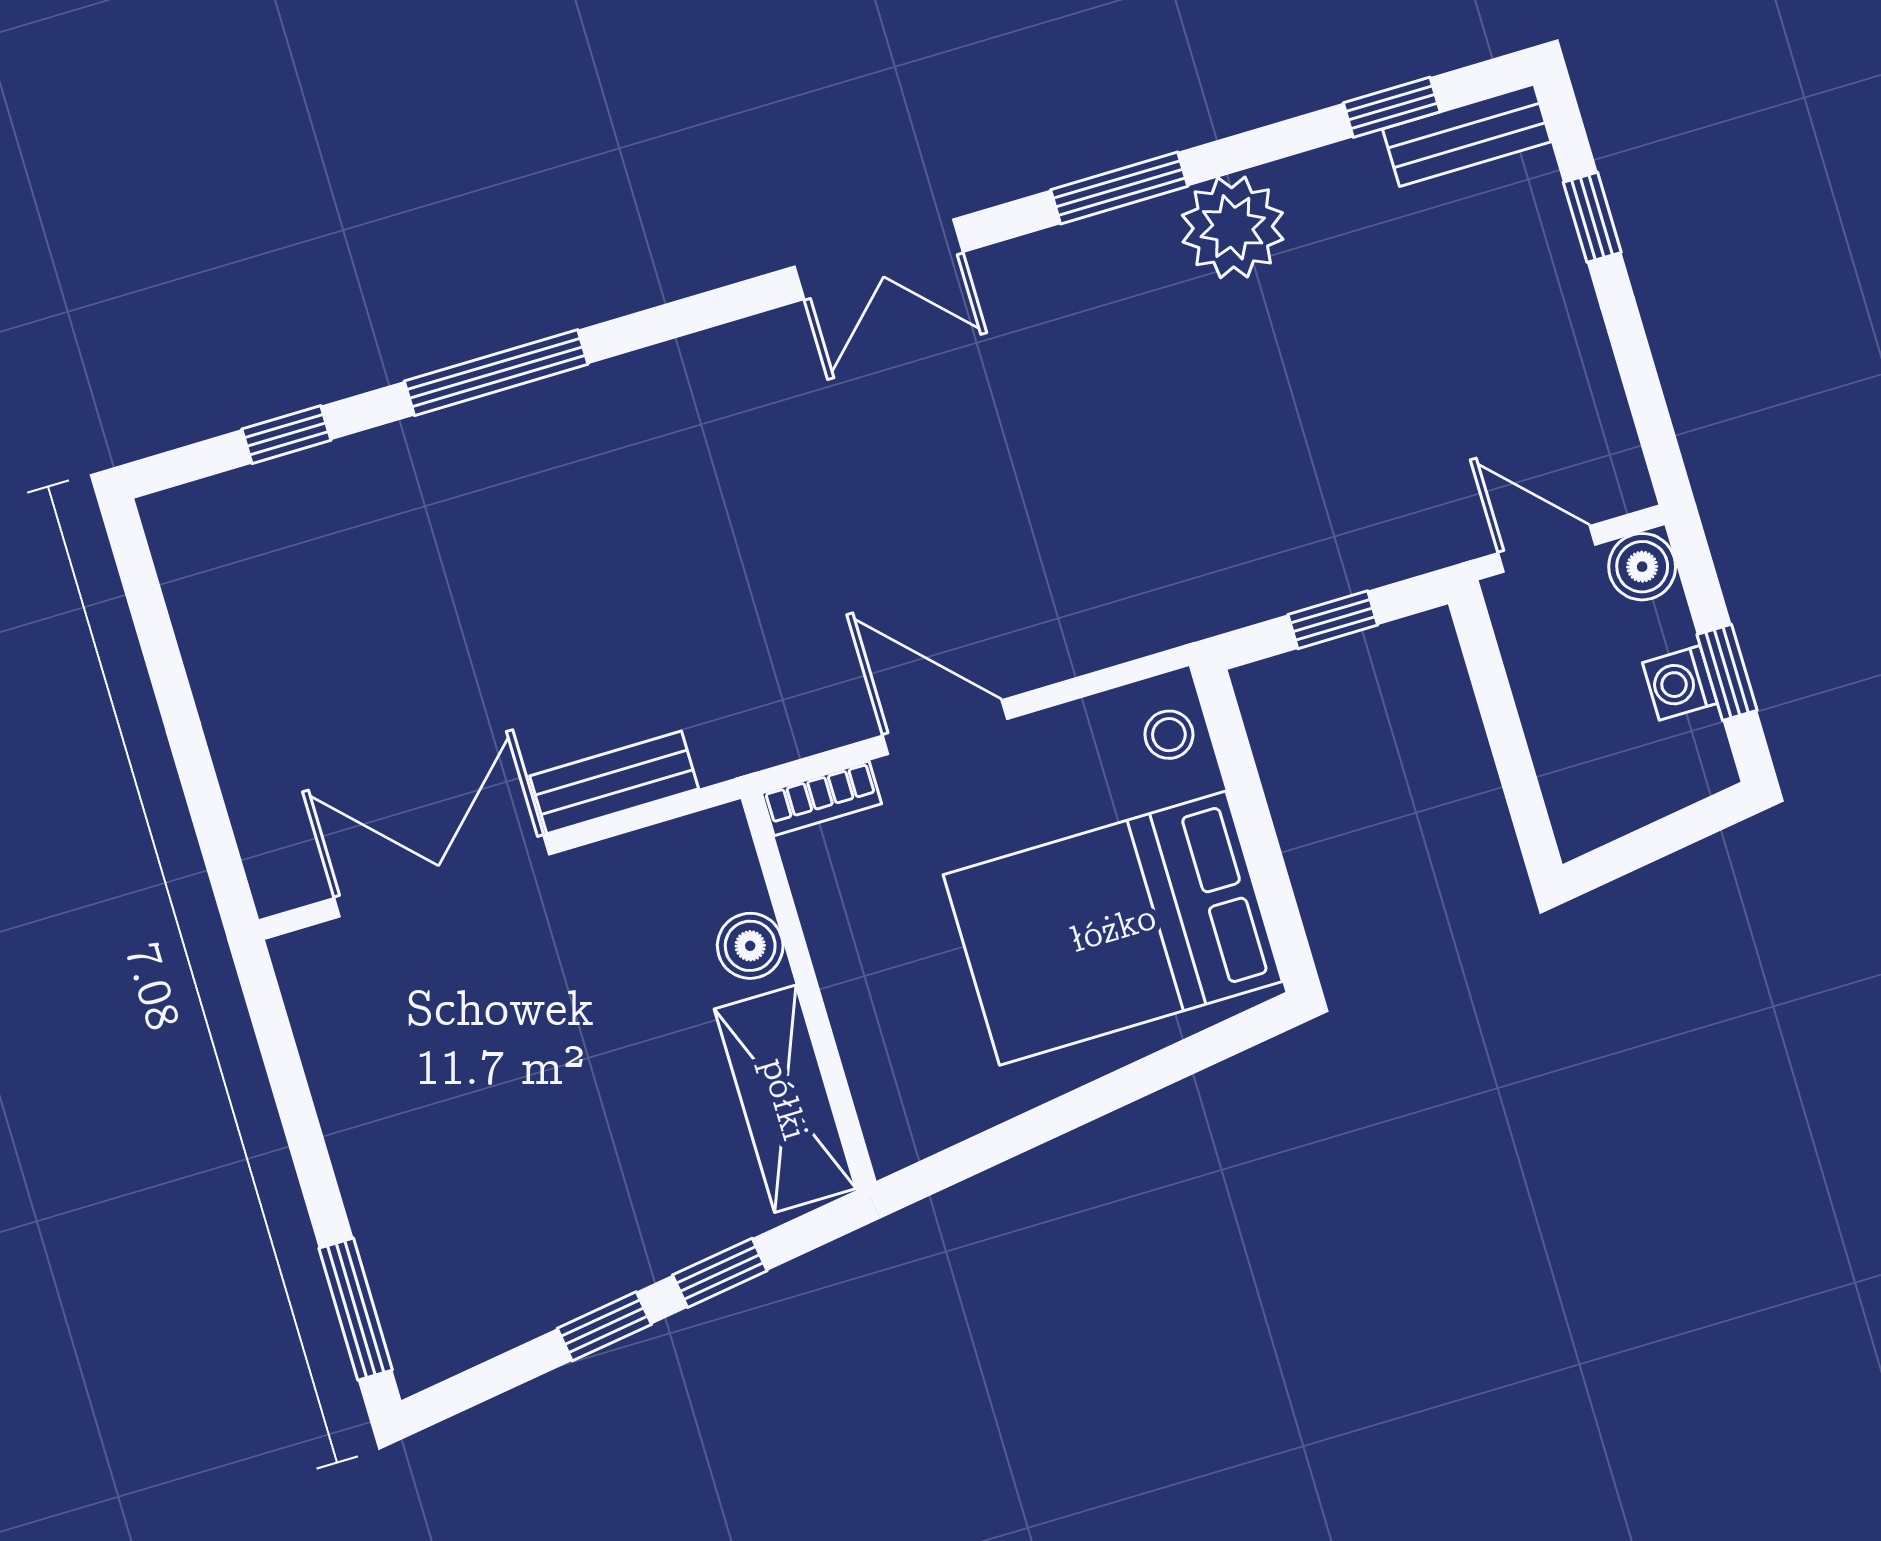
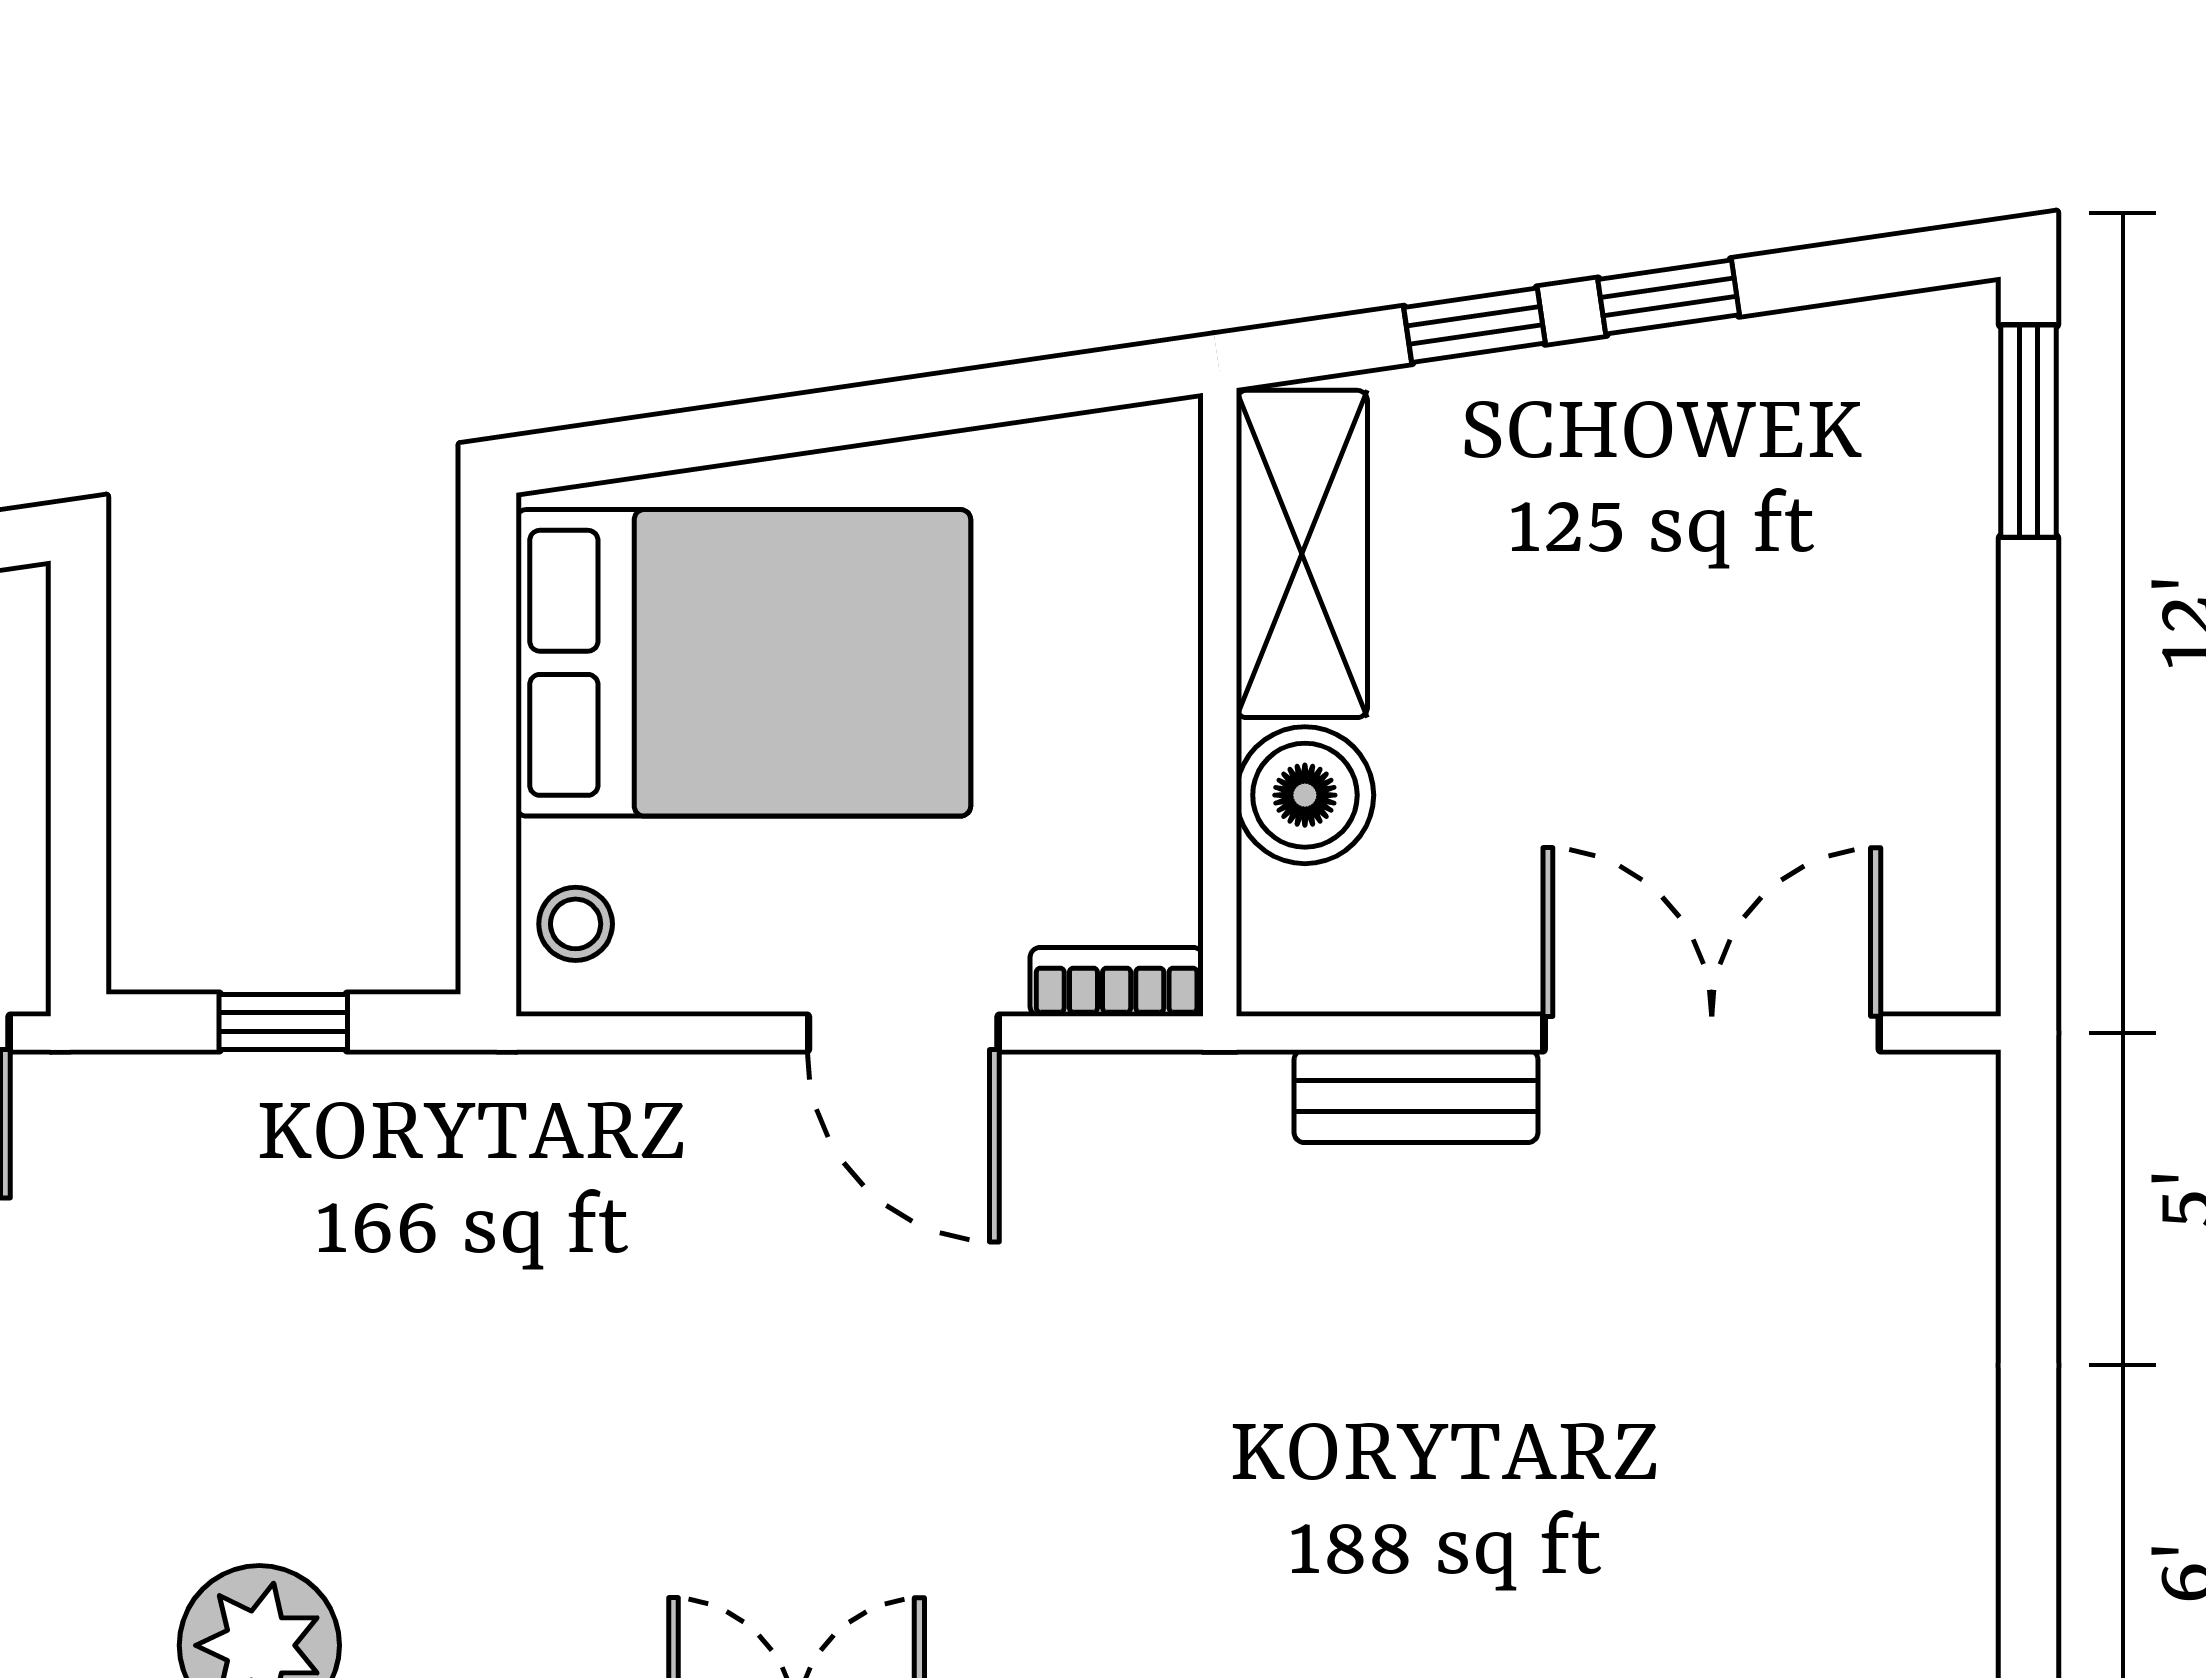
double door: (442, 876) -> (1712, 1033), swing flipped
boiler: (750, 946) -> (1305, 795), width x1.36, depth x1.36

